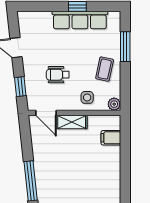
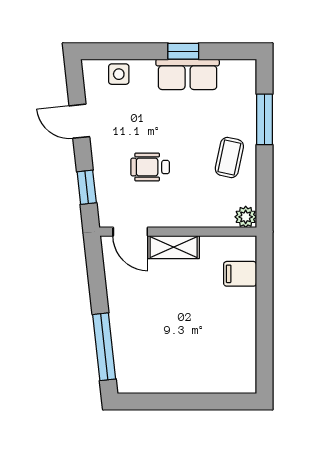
row of seats: (80, 20) -> (188, 74), width x0.68
side table: (87, 97) -> (119, 74), moved

